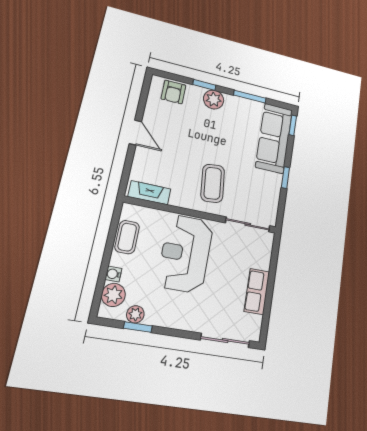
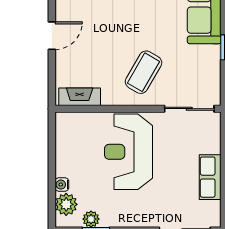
door: (135, 133) -> (52, 36), hinge flipped
coffee table: (213, 183) -> (144, 72), turned 36
coffee table: (127, 237) -> (67, 146), removed

